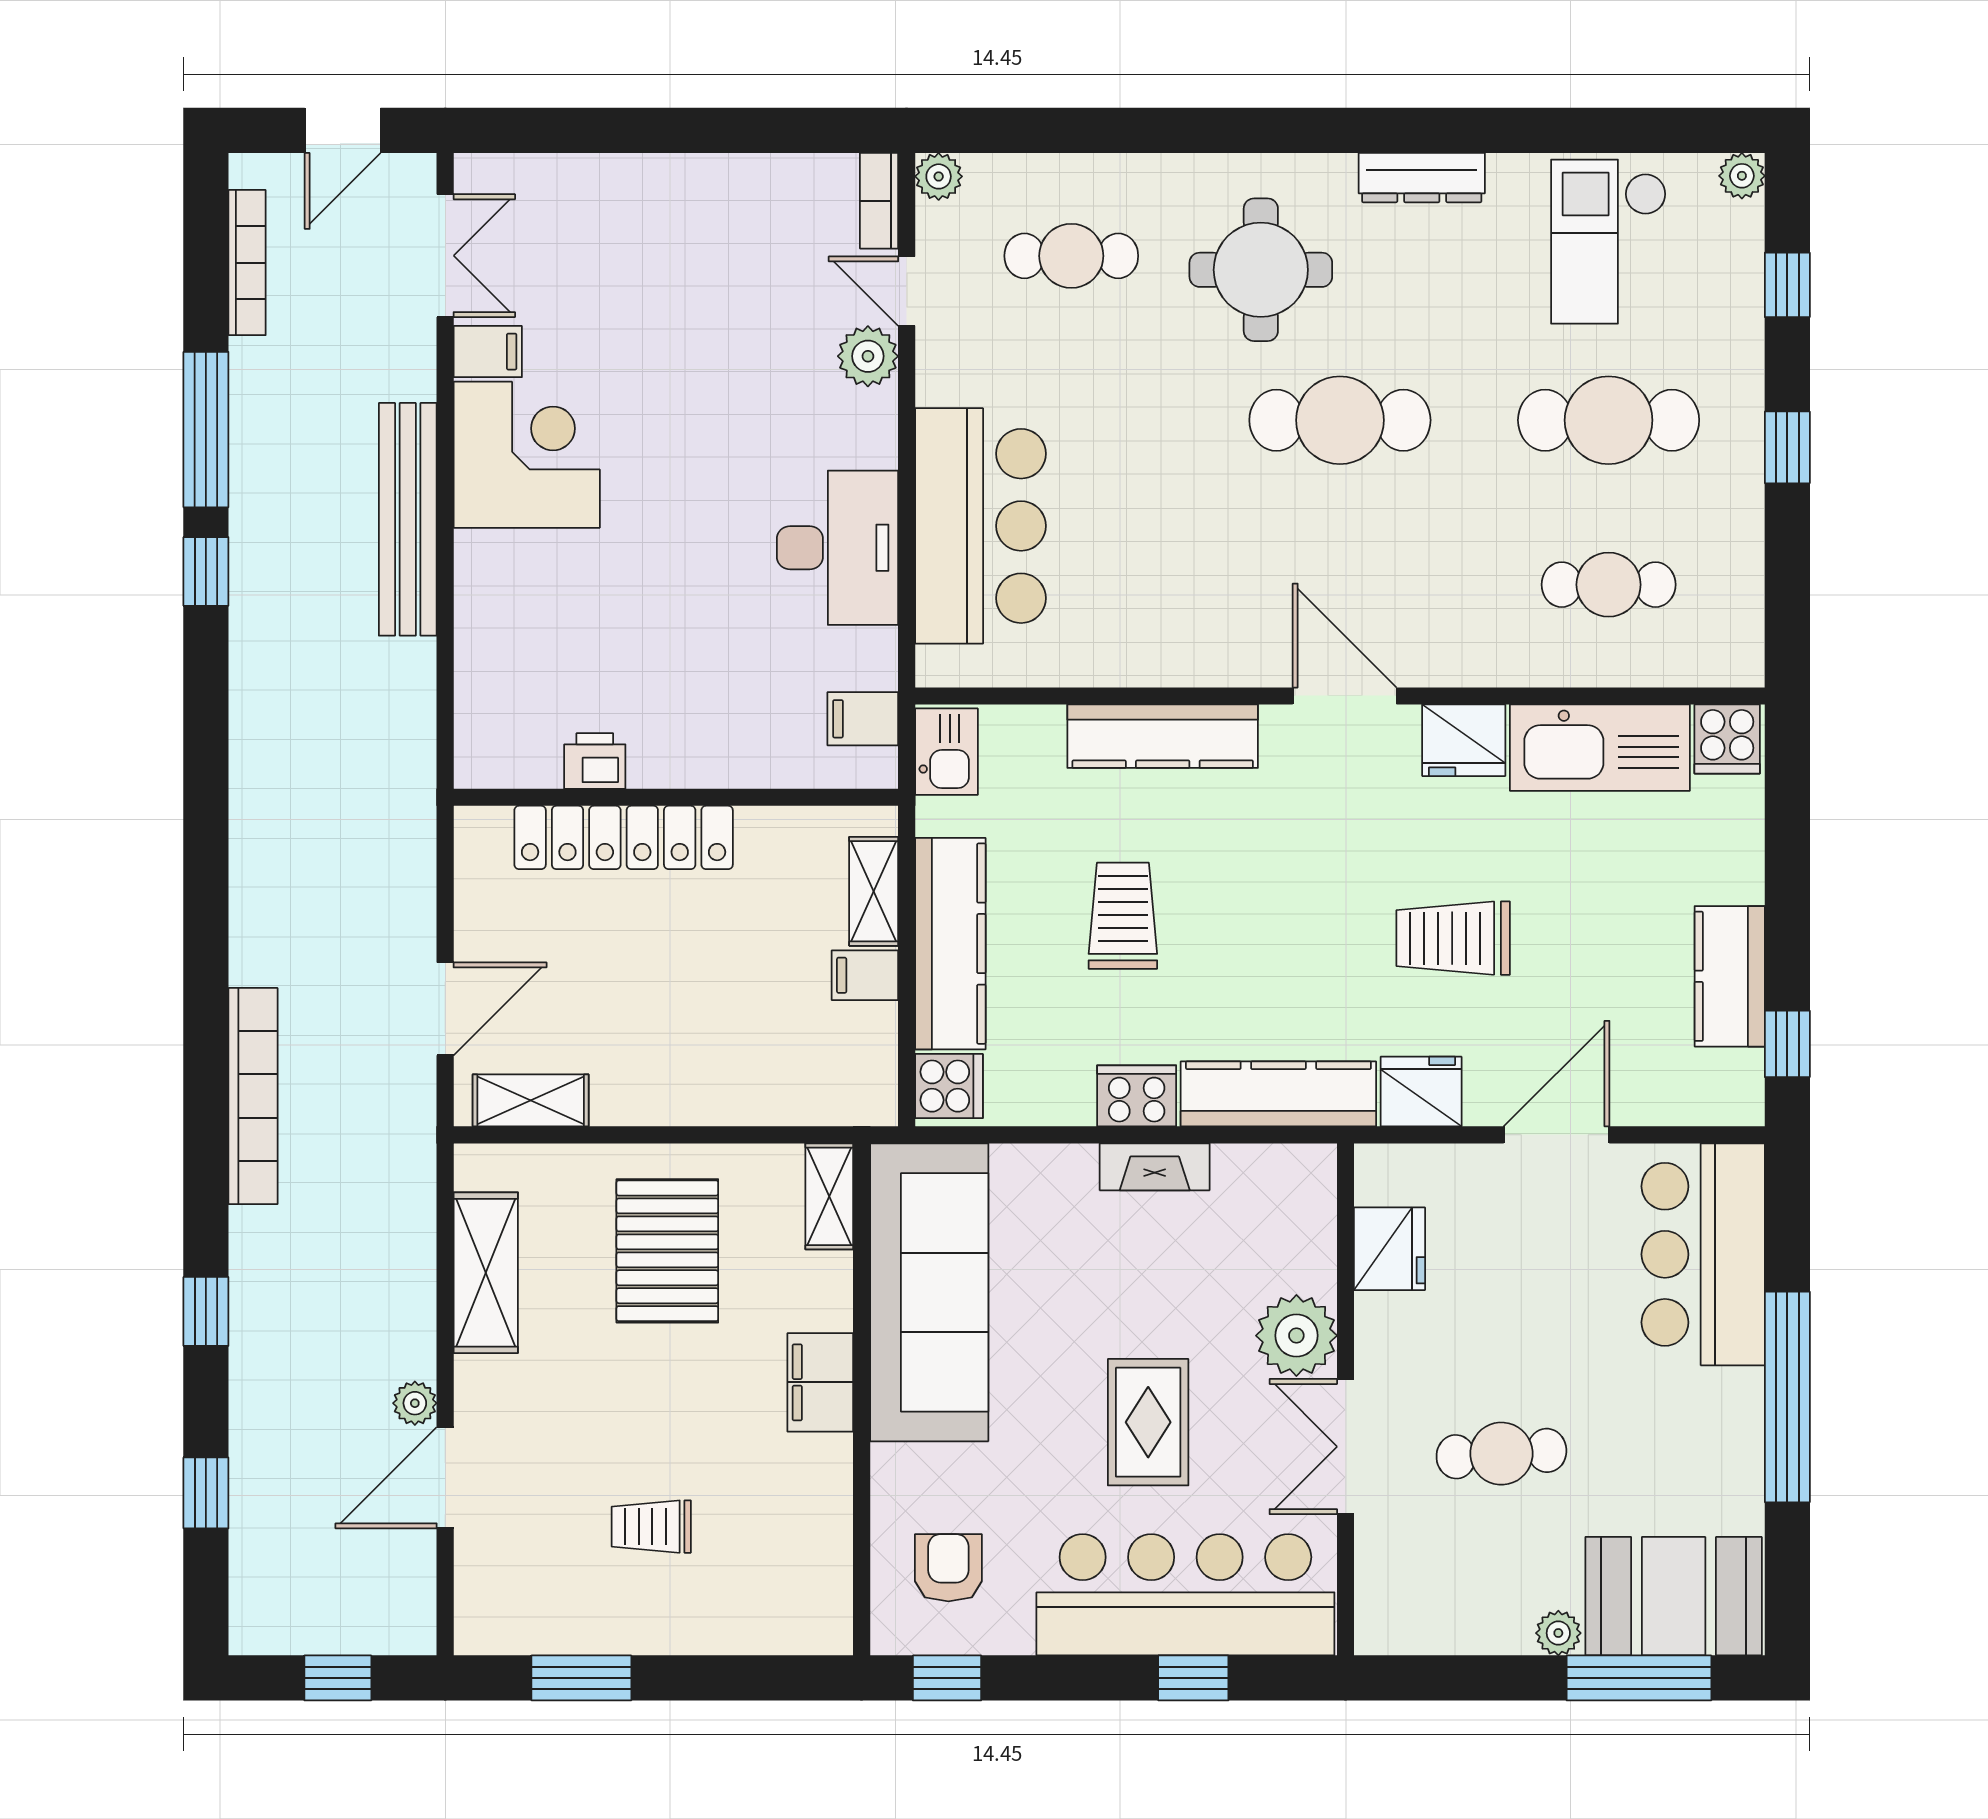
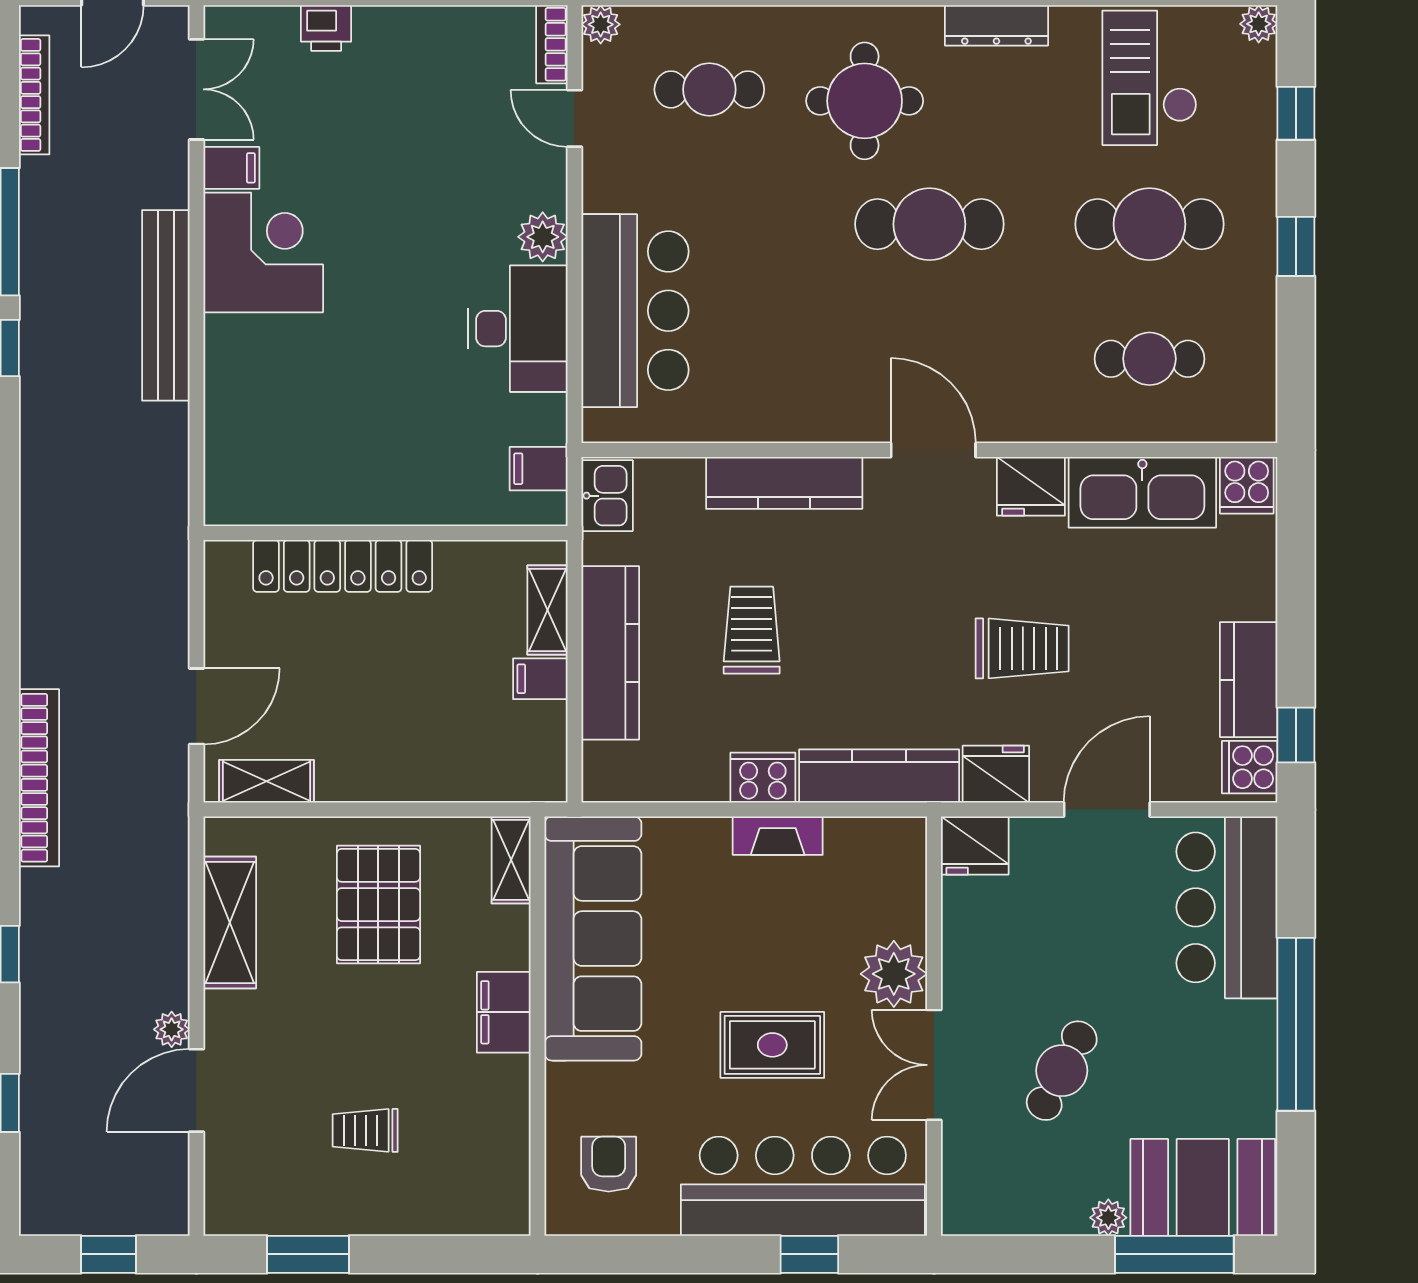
plant: (868, 356) -> (543, 237), moved
printer: (595, 761) -> (326, 28), moved, turned 180
trolley: (1453, 938) -> (1022, 648), turned 180
cooker: (949, 1086) -> (1250, 767), moved, turned 180
fridge: (1390, 1249) -> (975, 846), moved, turned 90
rug: (1148, 1422) -> (772, 1045), turned 90
cafe table: (1501, 1454) -> (1062, 1071), turned -58
window: (947, 1678) -> (608, 1254), removed

